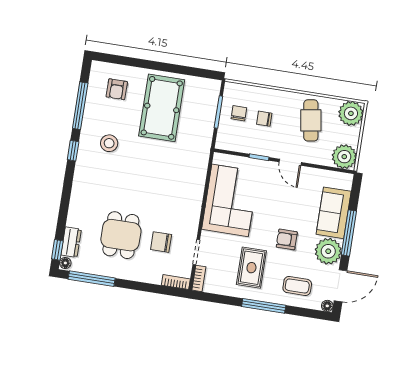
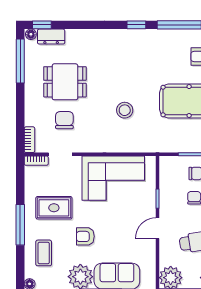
stool: (109, 143) -> (125, 110), moved
armchair: (287, 239) -> (85, 236), turned -90

